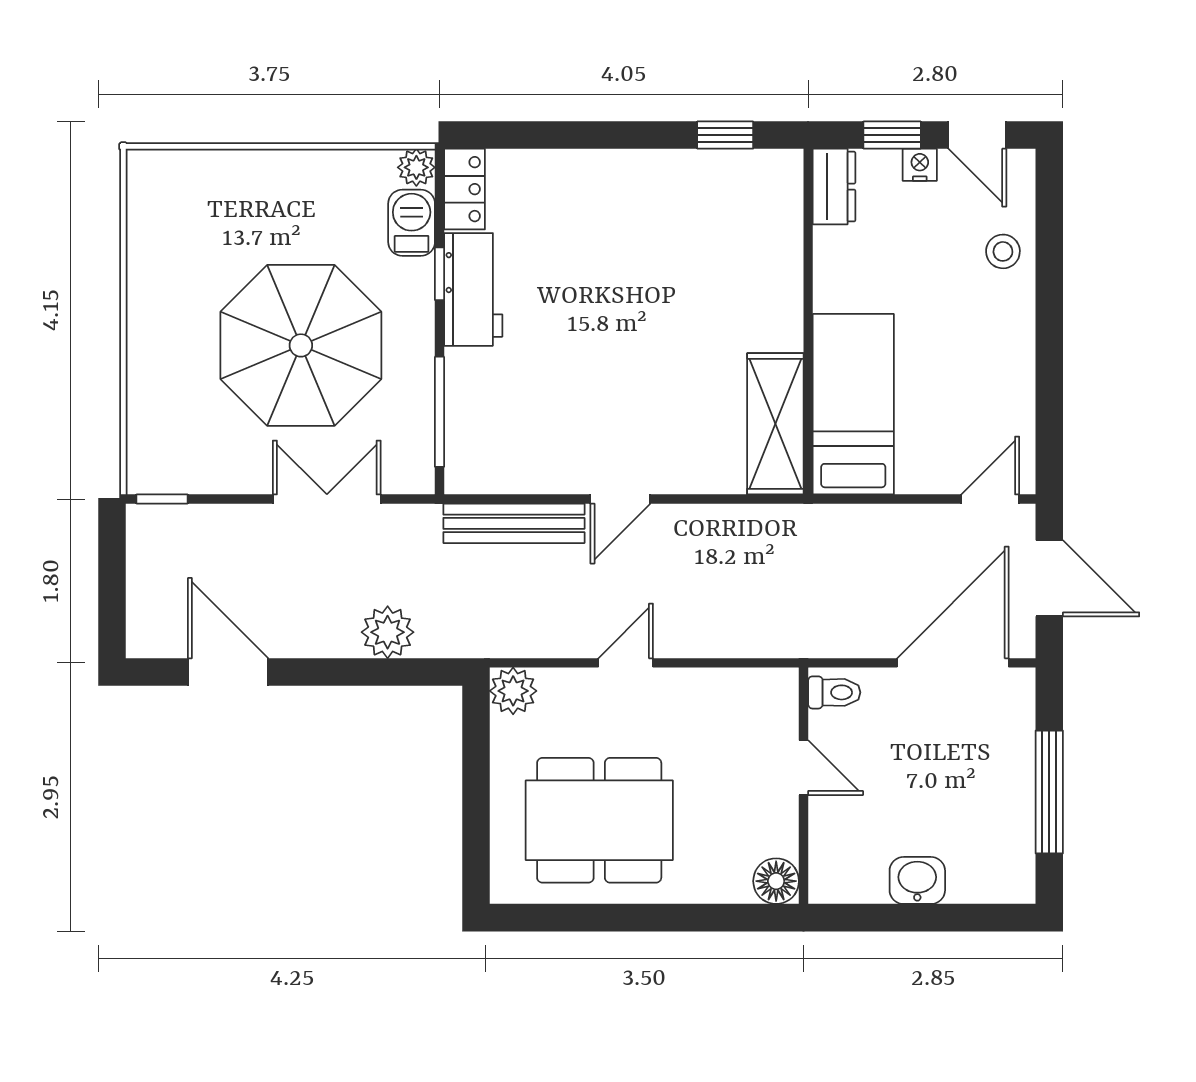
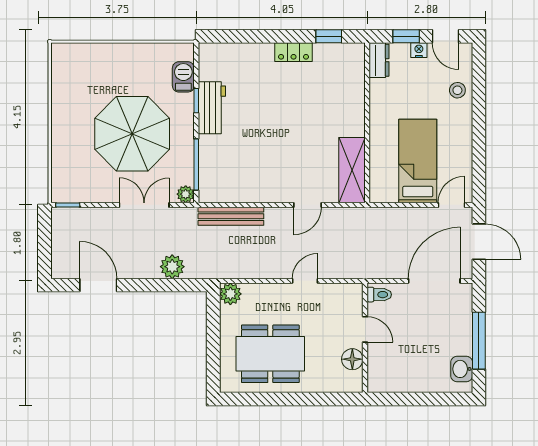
plant: (416, 167) -> (186, 194), moved
locker: (464, 189) -> (294, 52), moved, turned 90
bed: (853, 404) -> (418, 161), moved
door: (620, 499) -> (307, 205), moved
door: (626, 663) -> (305, 281), moved
washbasin: (917, 880) -> (462, 369), moved, turned -90
floor lamp: (776, 881) -> (352, 359), moved

